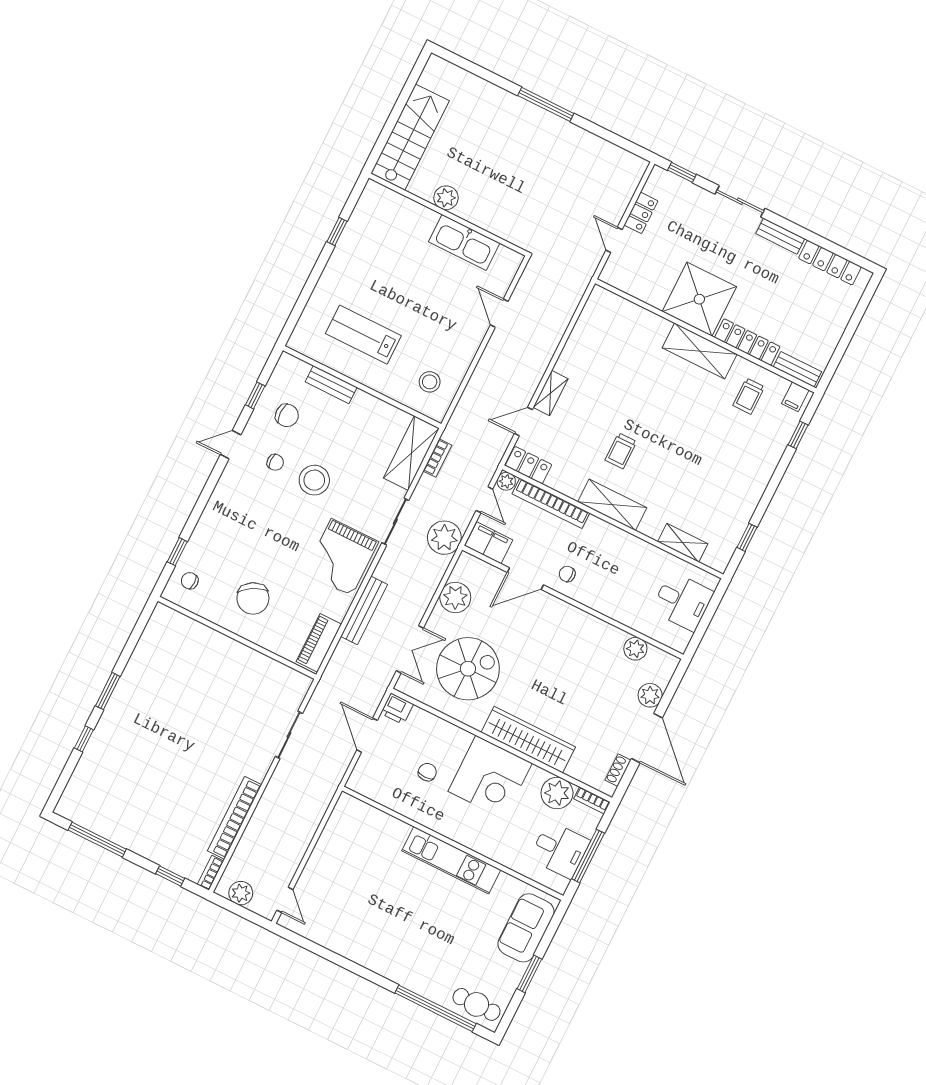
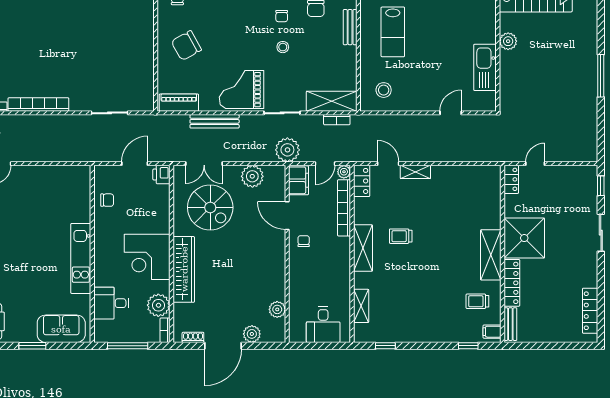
locker: (641, 213) -> (511, 179), moved, turned -90
bench: (780, 236) -> (591, 270), removed
lab bench: (363, 335) -> (393, 32), turned 180
stool: (314, 480) -> (283, 47), width x0.53, depth x0.53
chair: (427, 772) -> (107, 200), moved
desk: (560, 850) -> (111, 303), moved, turned 90

